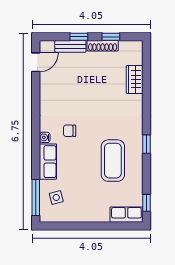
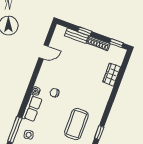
window: (111, 37) -> (116, 43), moved
door: (36, 62) -> (44, 52), moved
window: (146, 144) -> (99, 133), moved

